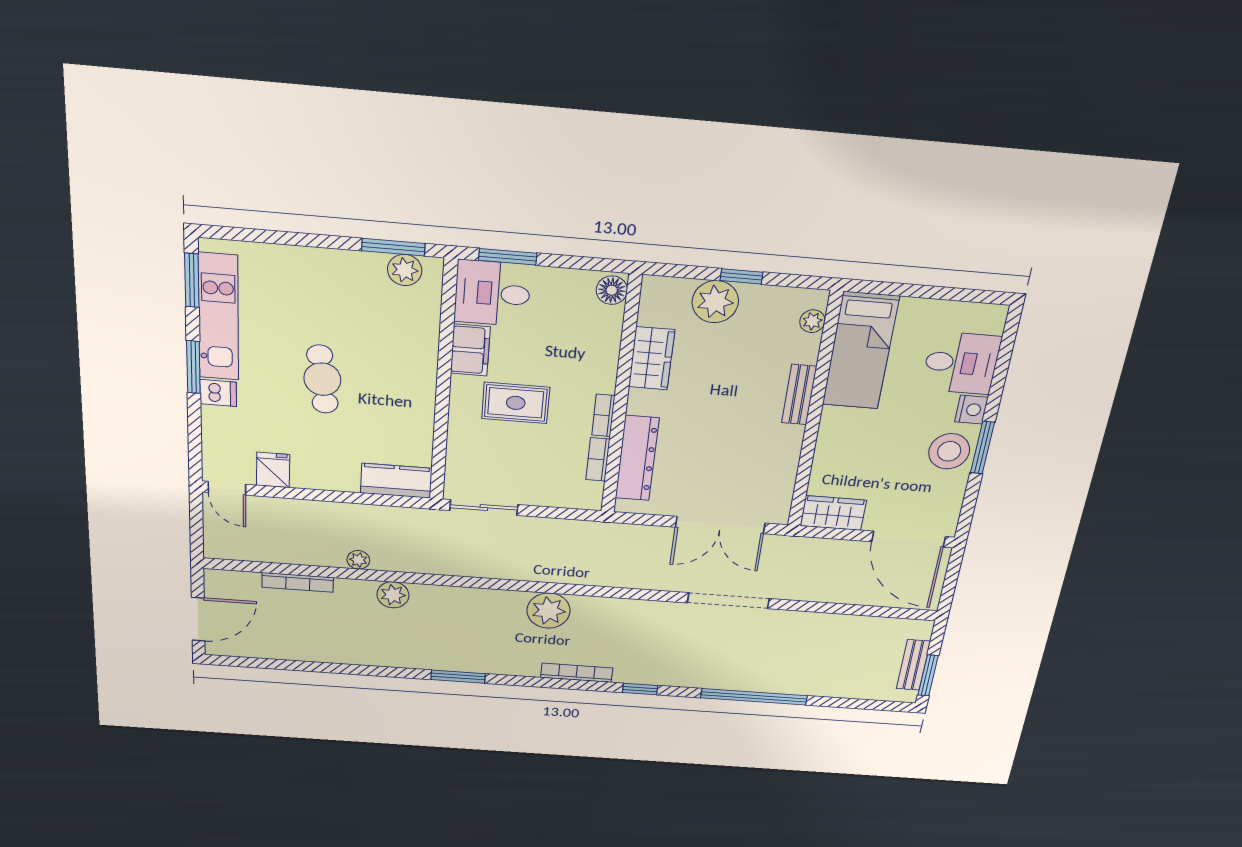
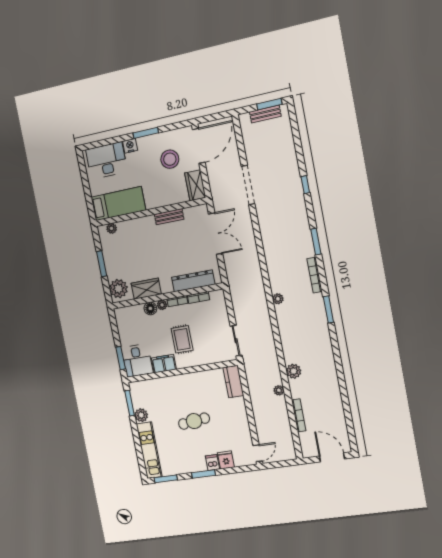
plant: (405, 270) -> (141, 415), moved
window: (741, 276) -> (102, 264), width x1.50
floor lamp: (612, 290) -> (150, 308), moved
plant: (715, 302) -> (119, 289), moved
kitchen unit: (218, 317) -> (149, 450), moved, turned 90
desk: (961, 363) -> (106, 161), width x1.37
plant: (605, 382) -> (162, 305), added
bench: (799, 395) -> (169, 217), moved
stool: (949, 451) -> (170, 159), moved
fridge: (273, 470) -> (226, 460), moved, turned 90
doorway: (728, 601) -> (248, 185), moved
plant: (549, 611) -> (278, 299), width x0.53, depth x0.53
window: (458, 677) -> (328, 309), moved
window: (640, 689) -> (316, 242), width x1.50
window: (754, 697) -> (305, 185), width x0.32

